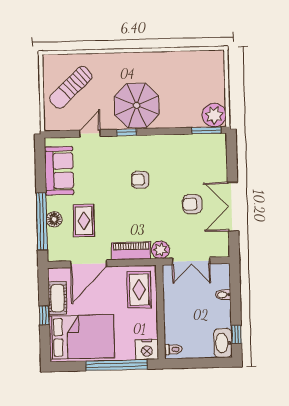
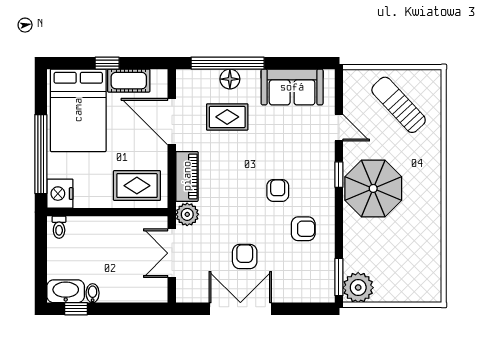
armchair: (169, 159) -> (303, 229), added
bidet: (223, 295) -> (93, 293), moved

